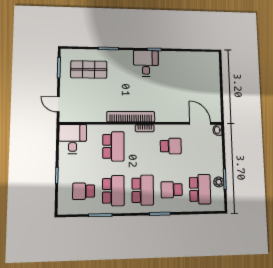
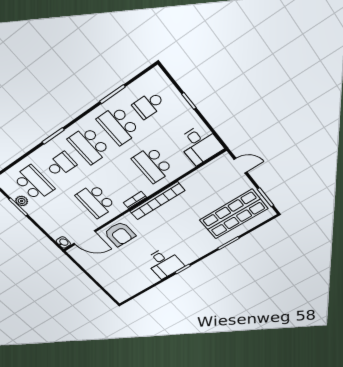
desk: (146, 63) -> (164, 263), moved
shop shelf: (89, 69) -> (234, 214), width x1.43, depth x1.36
armchair: (175, 109) -> (120, 234), added
school desk: (171, 146) -> (96, 201), width x1.85
school desk: (200, 189) -> (34, 183), turned 180
school desk: (84, 191) -> (149, 105), turned 180

